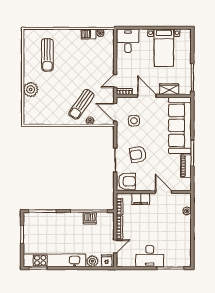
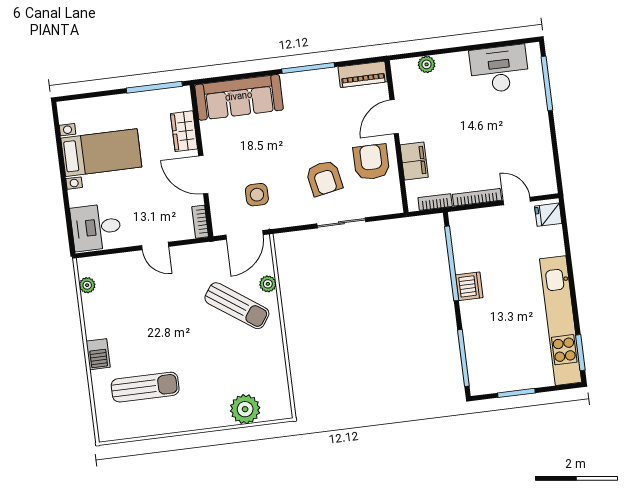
barbecue: (89, 34) -> (98, 354), moved
door: (115, 81) -> (155, 246), moved
plant: (31, 89) -> (245, 409), moved
door: (147, 96) -> (203, 175), hinge flipped
sofa: (180, 125) -> (239, 97), width x0.74, depth x0.79
piano: (186, 166) -> (363, 74), moved
armchair: (127, 181) -> (371, 162), moved
dishwasher: (90, 218) -> (469, 286), moved
desk: (150, 256) -> (499, 69), moved, turned -90
plant: (92, 261) -> (553, 244), removed

